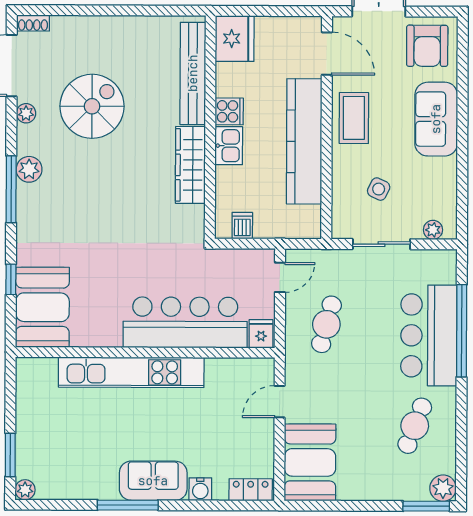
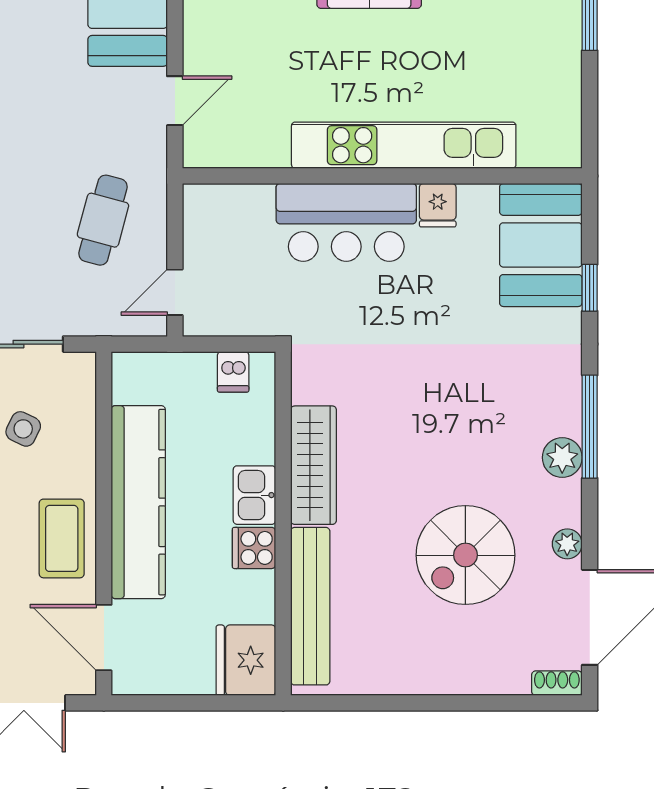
bar counter: (185, 322) -> (346, 222), width x0.73
fridge: (261, 334) -> (438, 205), moved

